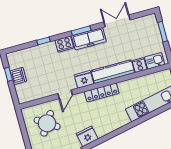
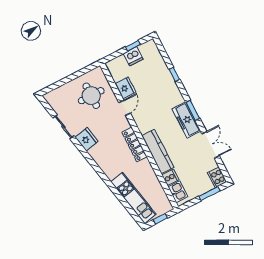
cooker: (64, 44) -> (217, 177), moved
fridge: (84, 79) -> (125, 88), moved
door: (65, 94) -> (125, 108), swing flipped
round table: (47, 123) -> (91, 96), turned -33

